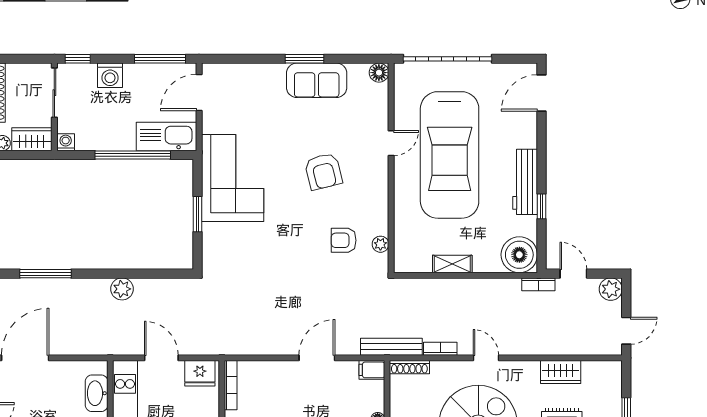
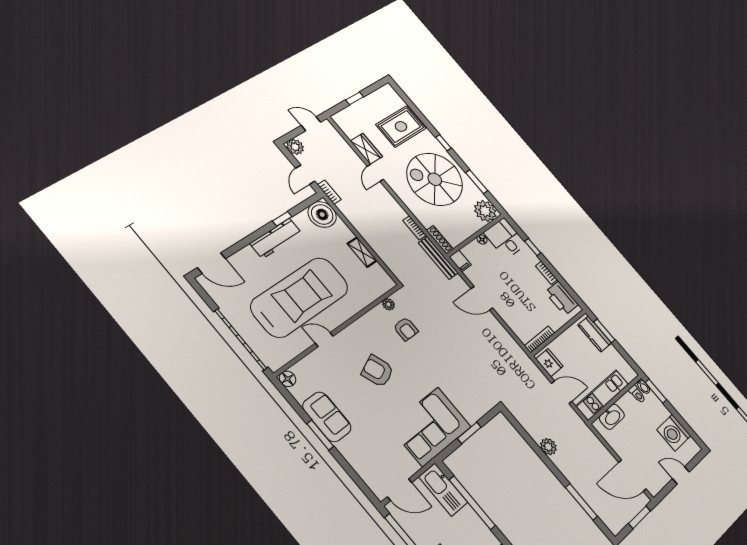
armchair: (323, 171) -> (377, 371), turned -98
door: (161, 358) -> (562, 392), swing flipped
door: (486, 358) -> (375, 173), moved

